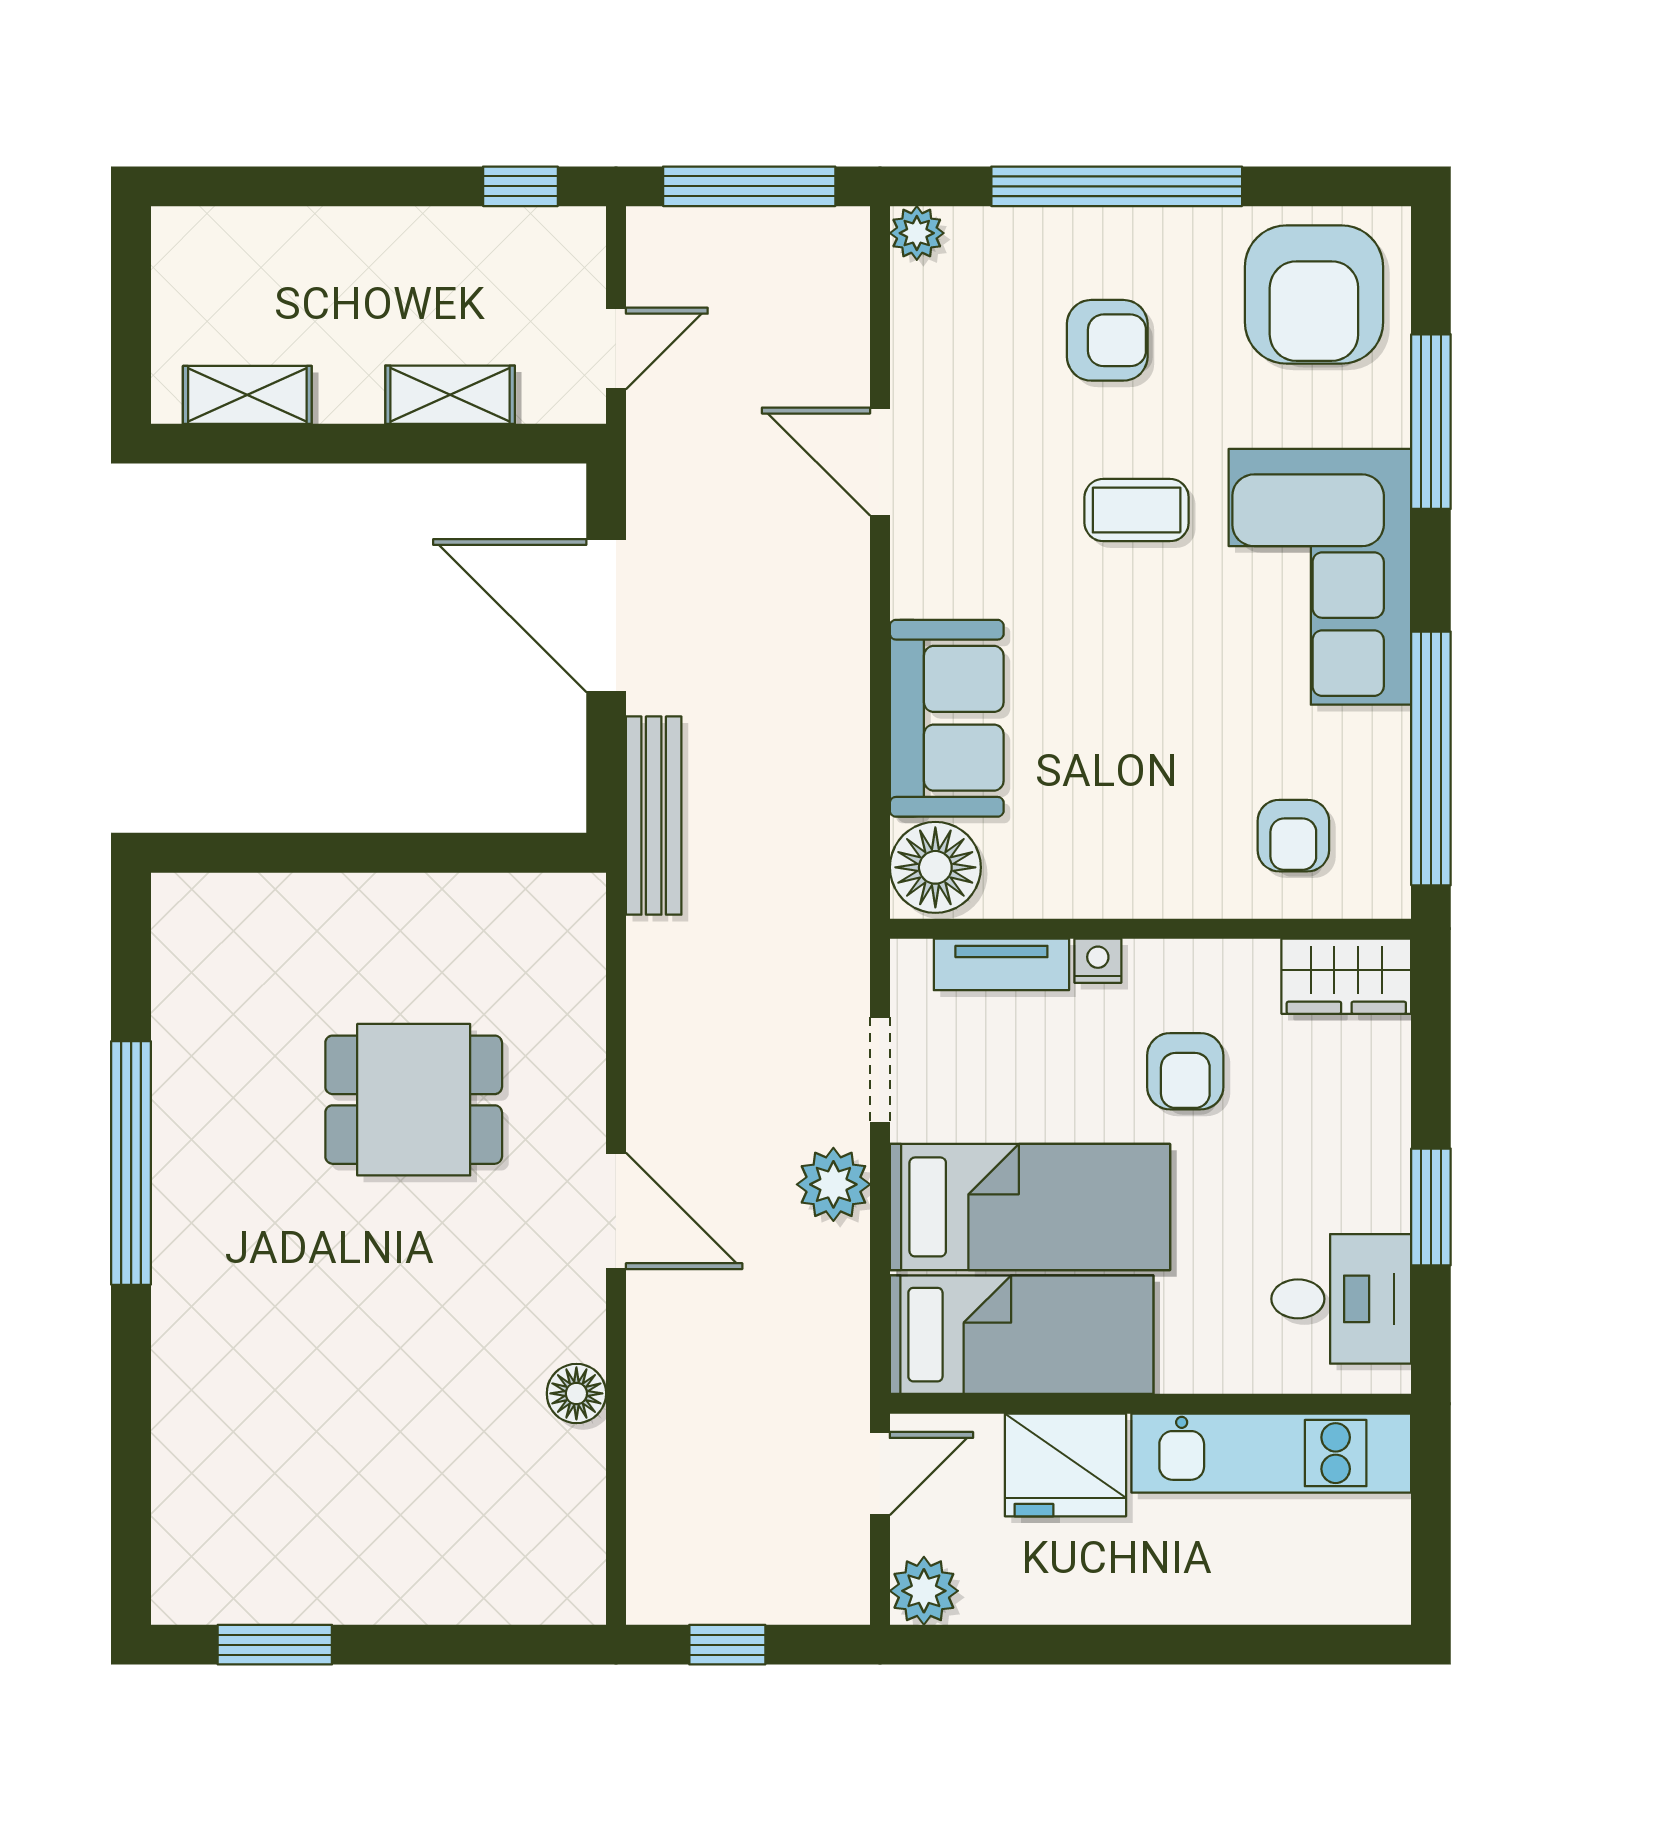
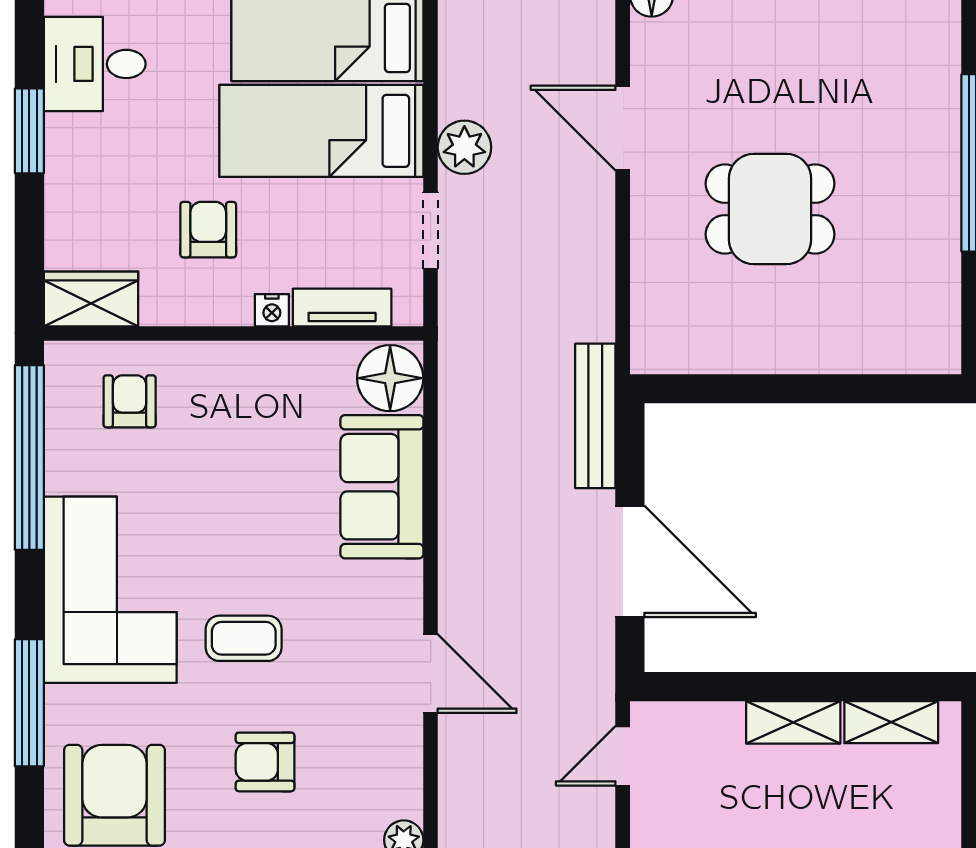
shelving: (450, 395) -> (793, 722), moved

